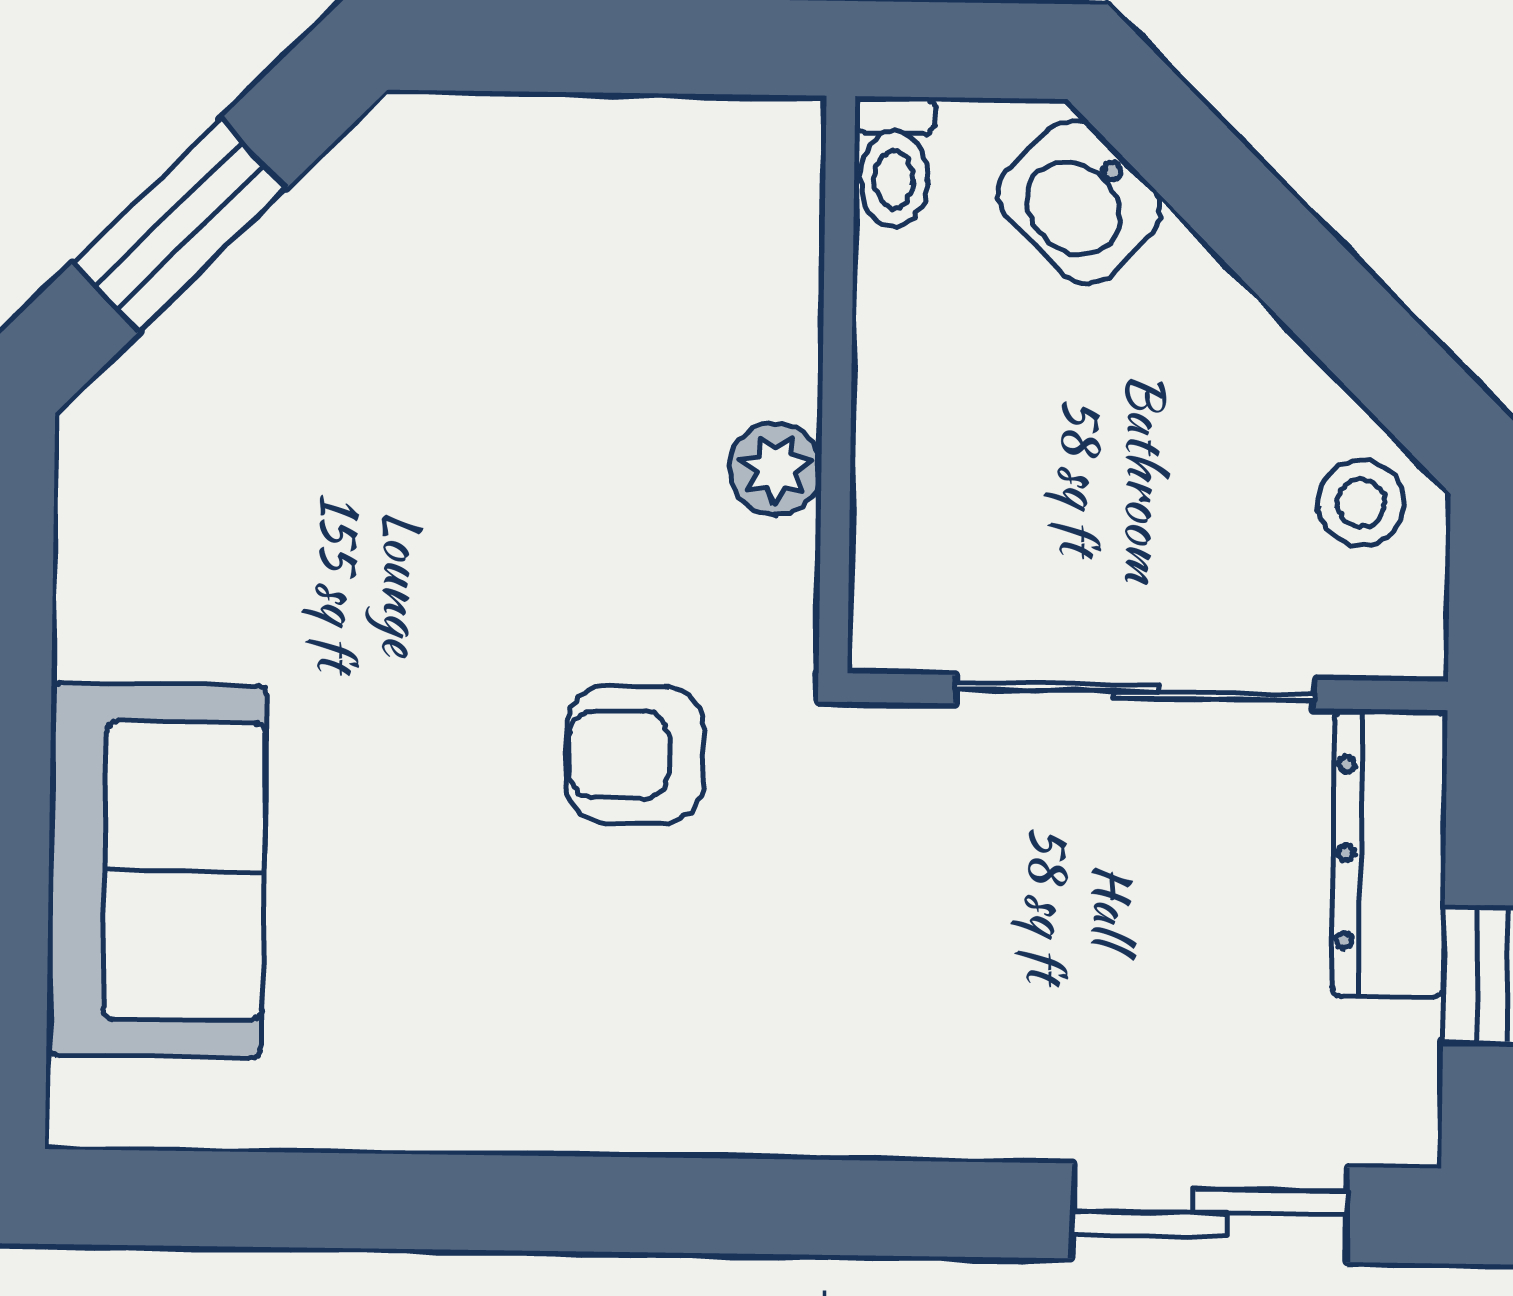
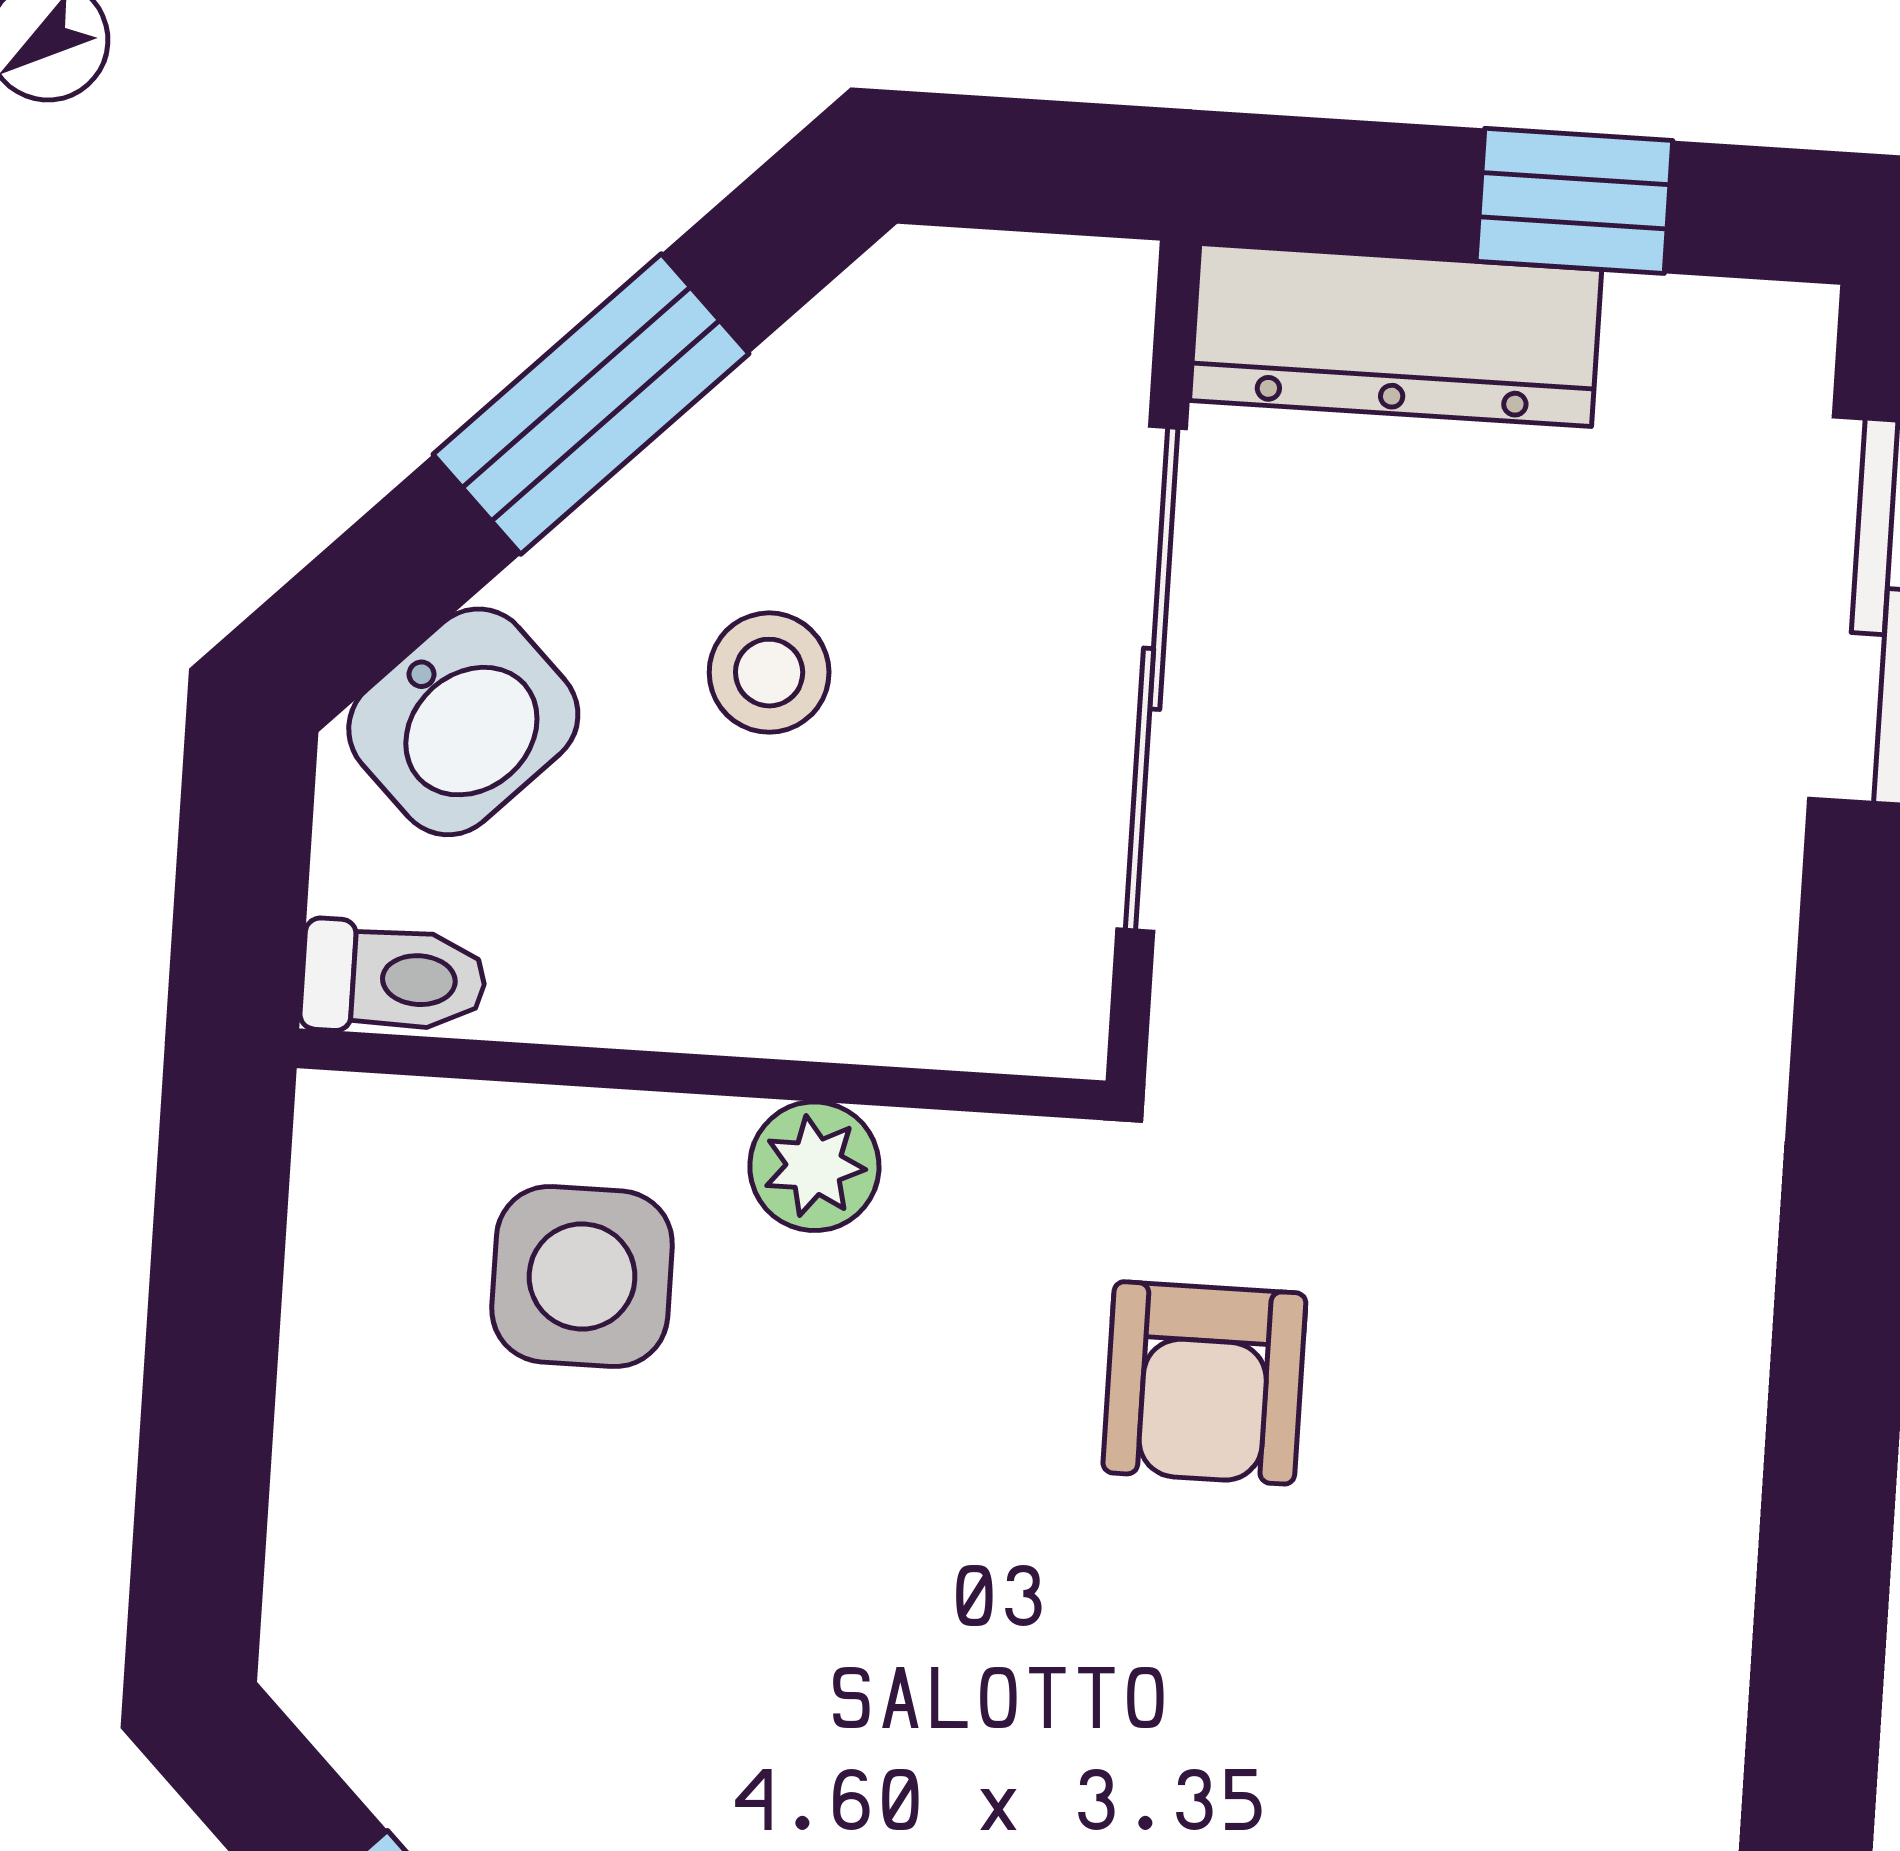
window: (1311, 282) -> (591, 404), added
side table: (688, 307) -> (582, 1277), added
stool: (1361, 503) -> (769, 673), moved

